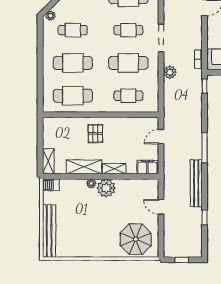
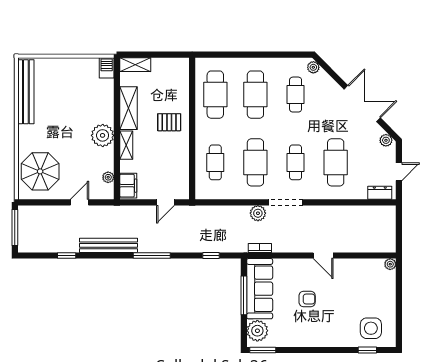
plant: (170, 72) -> (258, 213), moved
window: (205, 86) -> (211, 255), moved
door: (161, 137) -> (165, 202), swing flipped
plant: (91, 183) -> (108, 177), moved
bench: (49, 231) -> (26, 92), moved, turned 90
window: (182, 260) -> (15, 228), width x2.17

